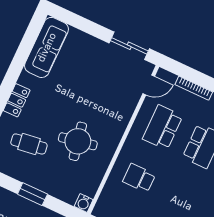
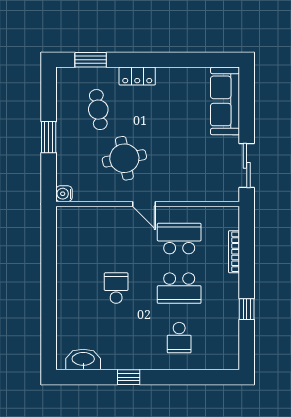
sofa: (46, 47) -> (225, 101), moved, turned 90
door: (149, 85) -> (144, 204), moved
school desk: (139, 178) -> (116, 288), moved

